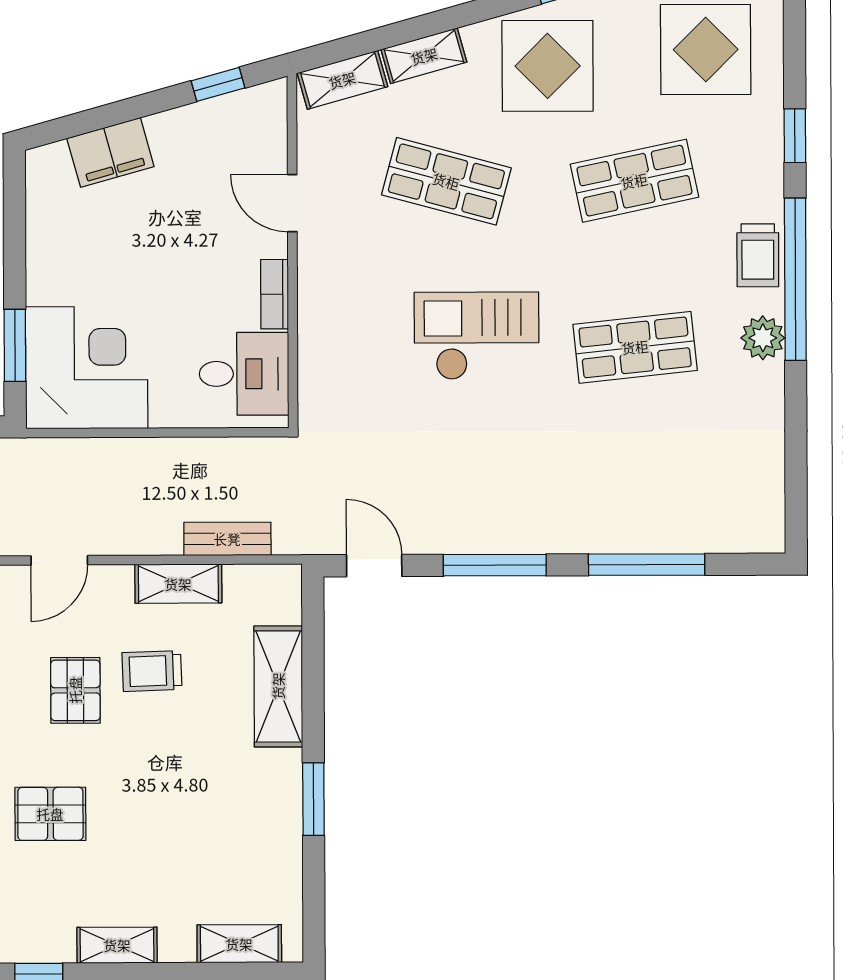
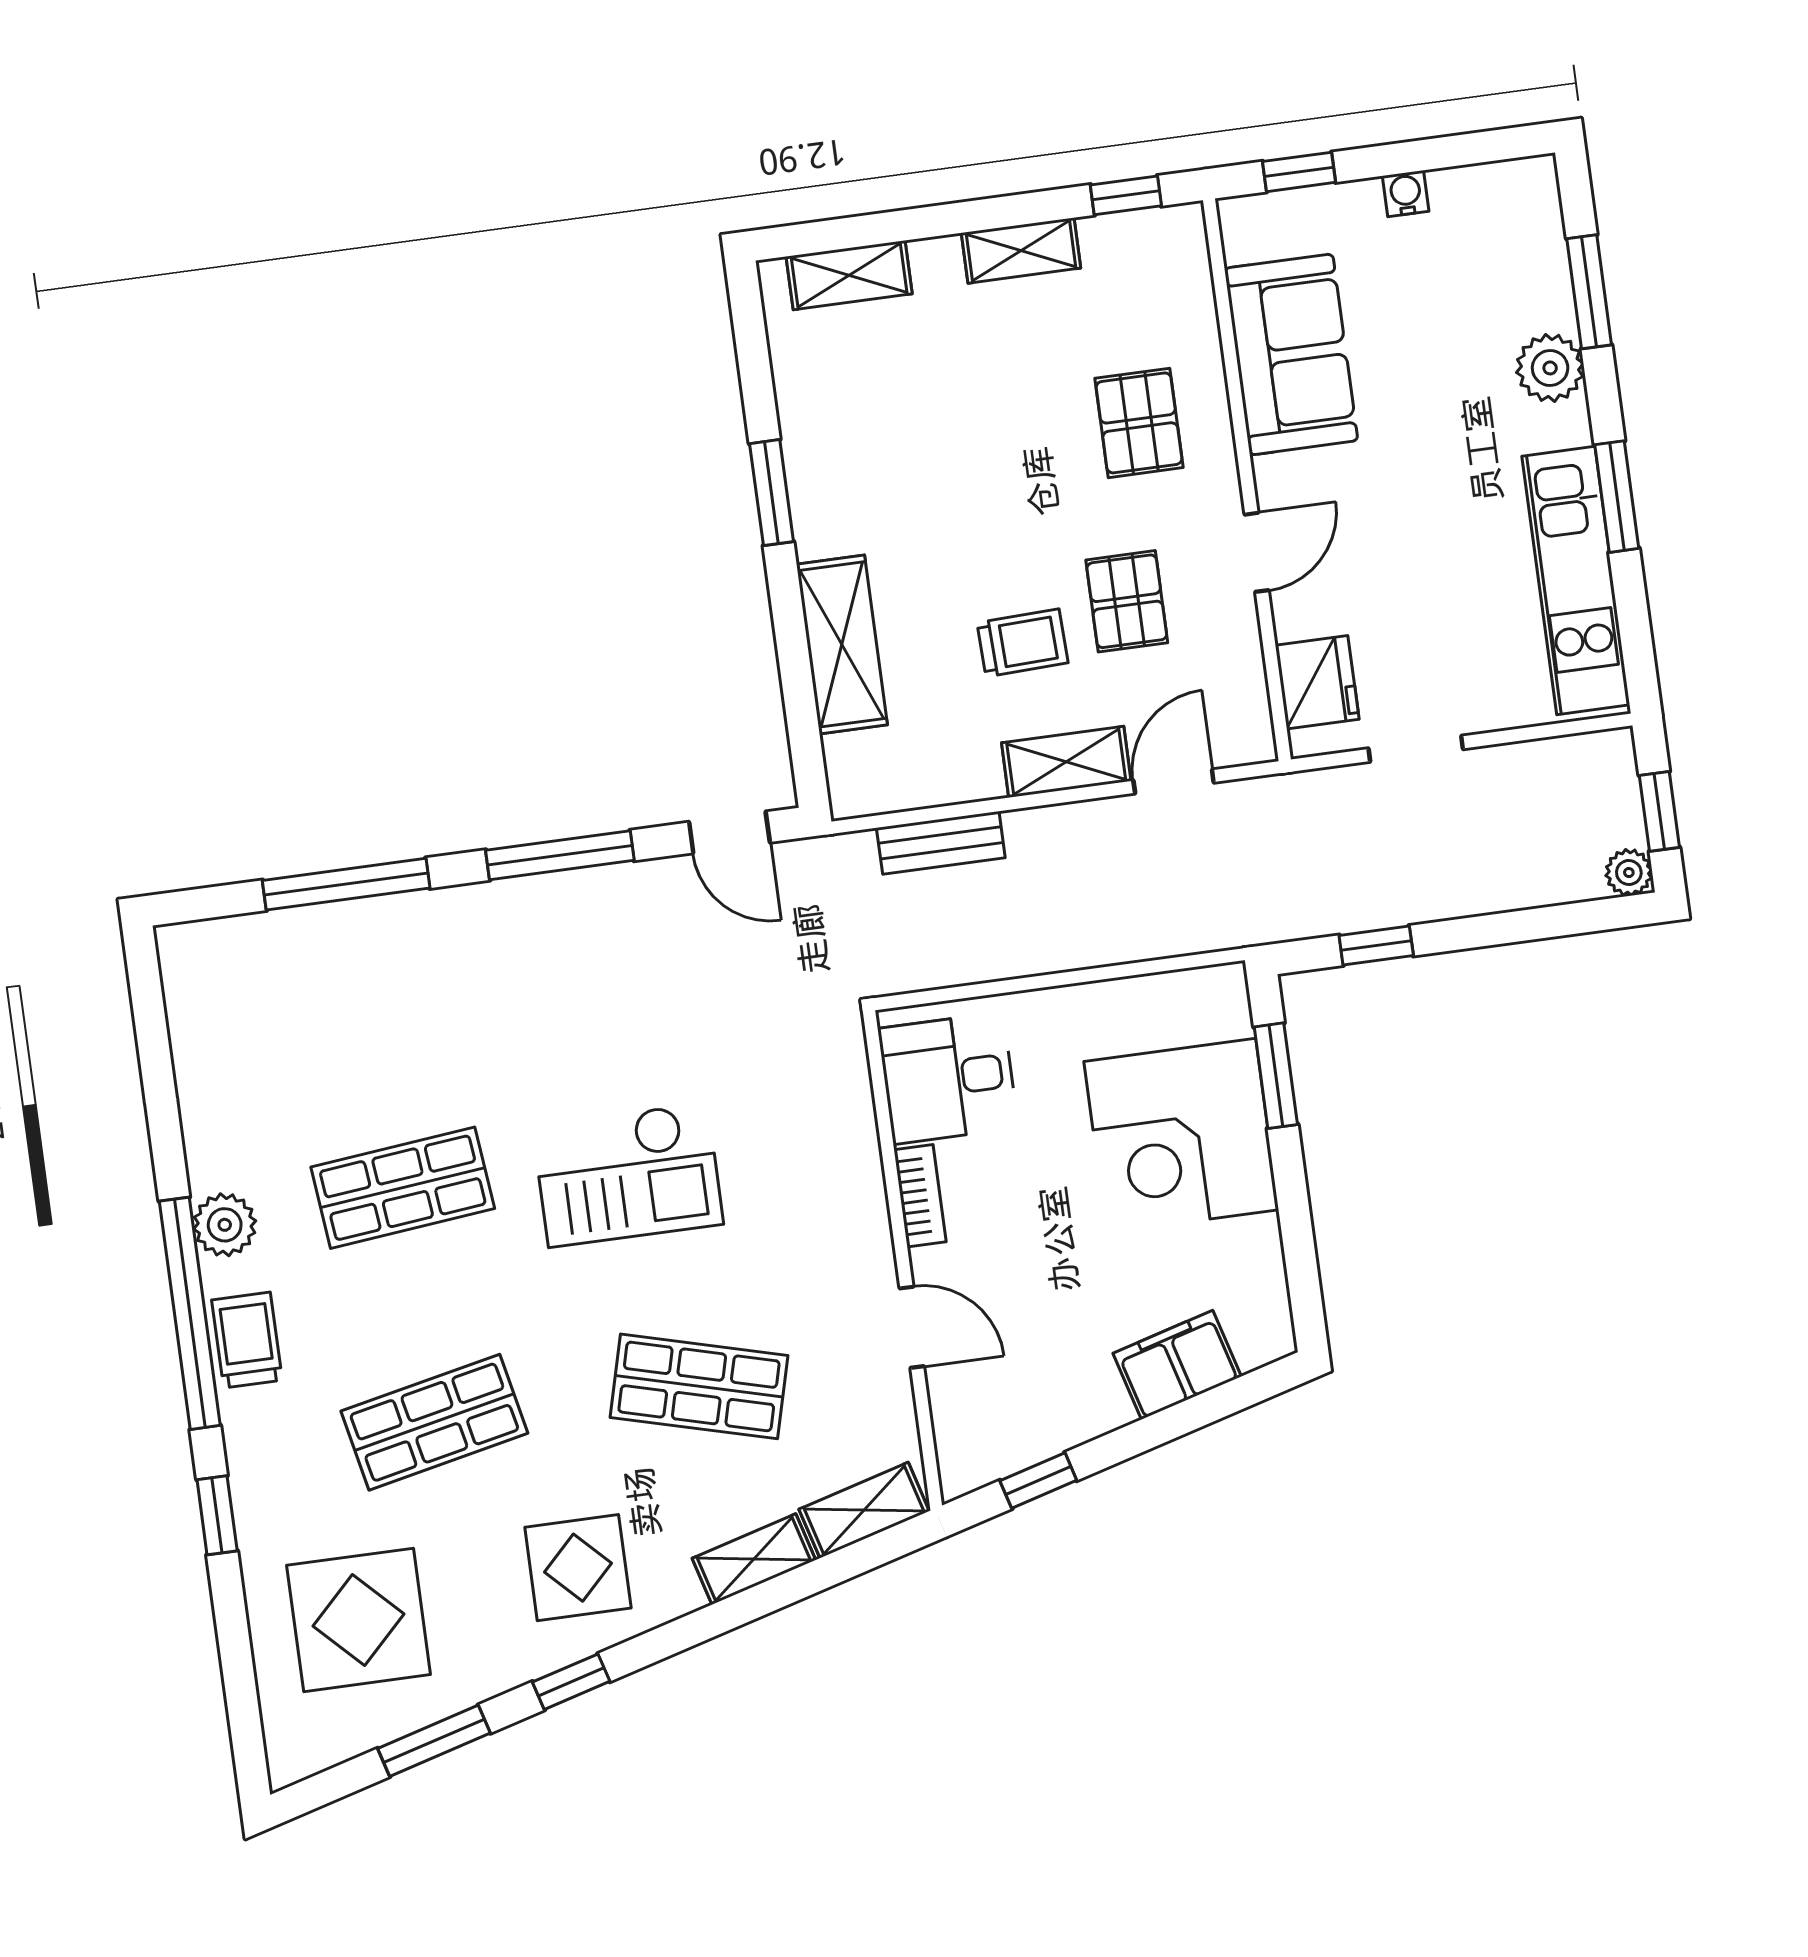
display table: (548, 66) -> (578, 1568), width x0.73, depth x0.73
corner desk: (87, 368) -> (1181, 1136), moved
shelving: (178, 584) -> (1066, 762), moved
pallet: (50, 814) -> (1139, 423), turned 90

